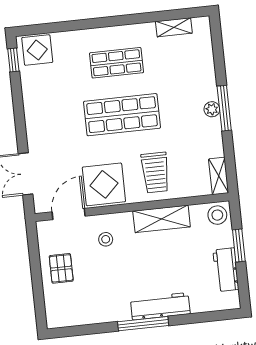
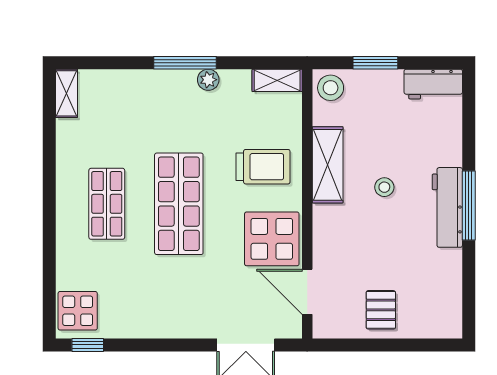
shelving: (174, 27) -> (66, 93), moved
plant: (212, 109) -> (208, 80), moved
stool: (106, 239) -> (384, 187), moved
pallet: (61, 268) -> (381, 310), turned 90
workbench: (226, 270) -> (433, 84), moved
workbench: (160, 306) -> (447, 207), moved

